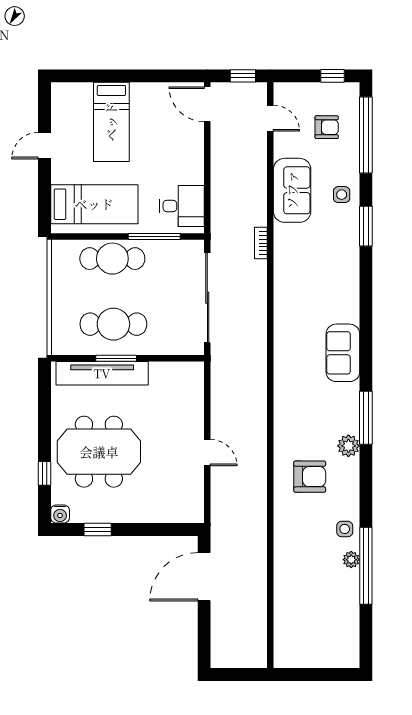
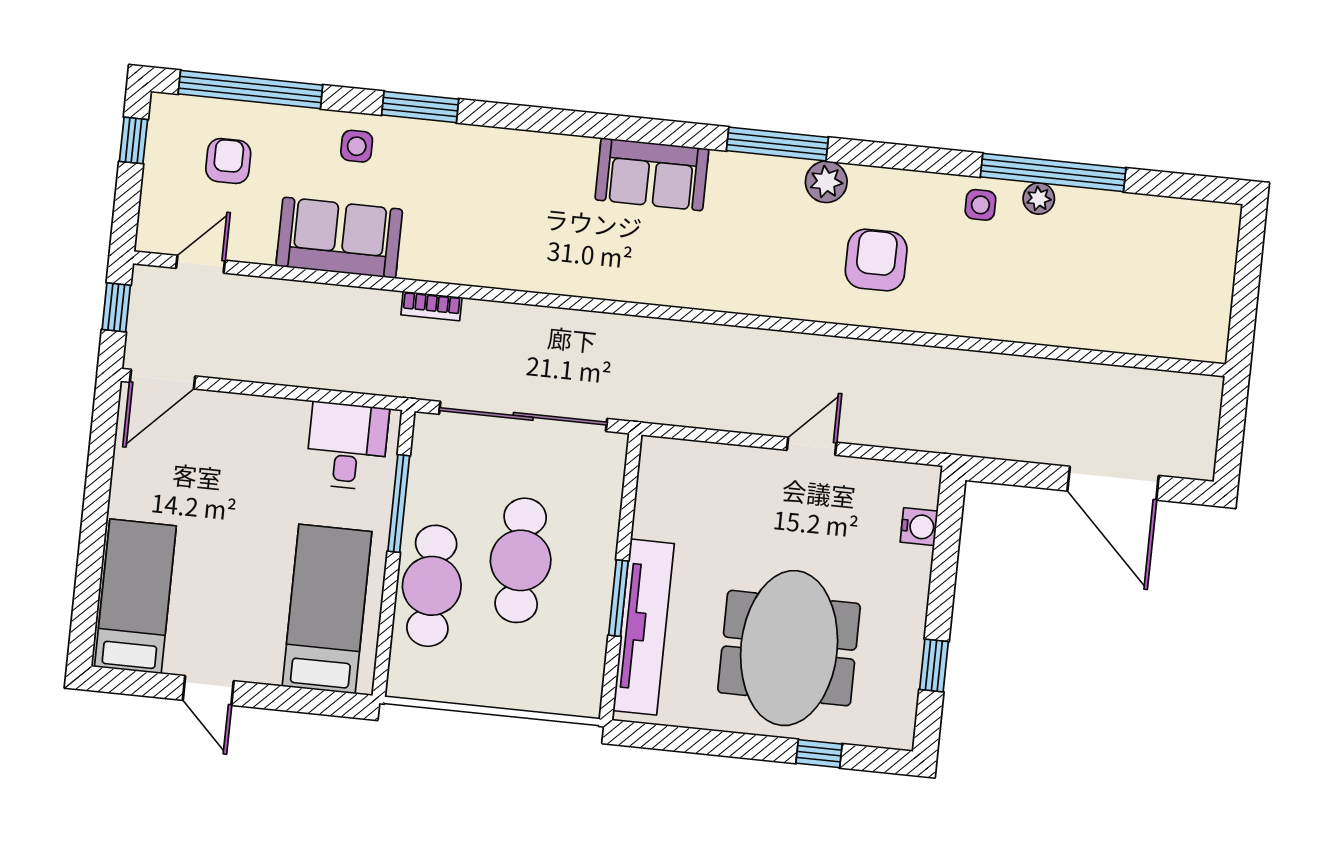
bed: (111, 122) -> (135, 596), moved, turned -90
cafe table: (113, 324) -> (521, 560), moved
water cooler: (60, 514) -> (919, 527), moved
door: (204, 577) -> (1113, 483), moved

